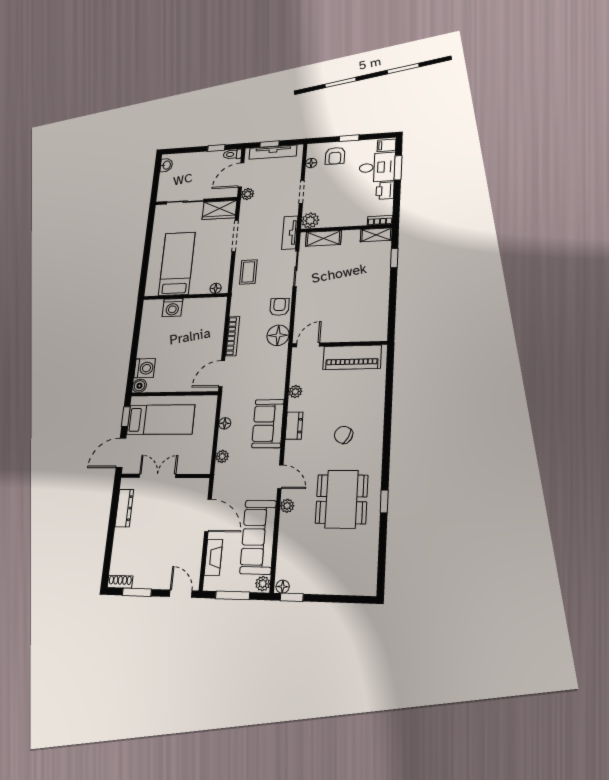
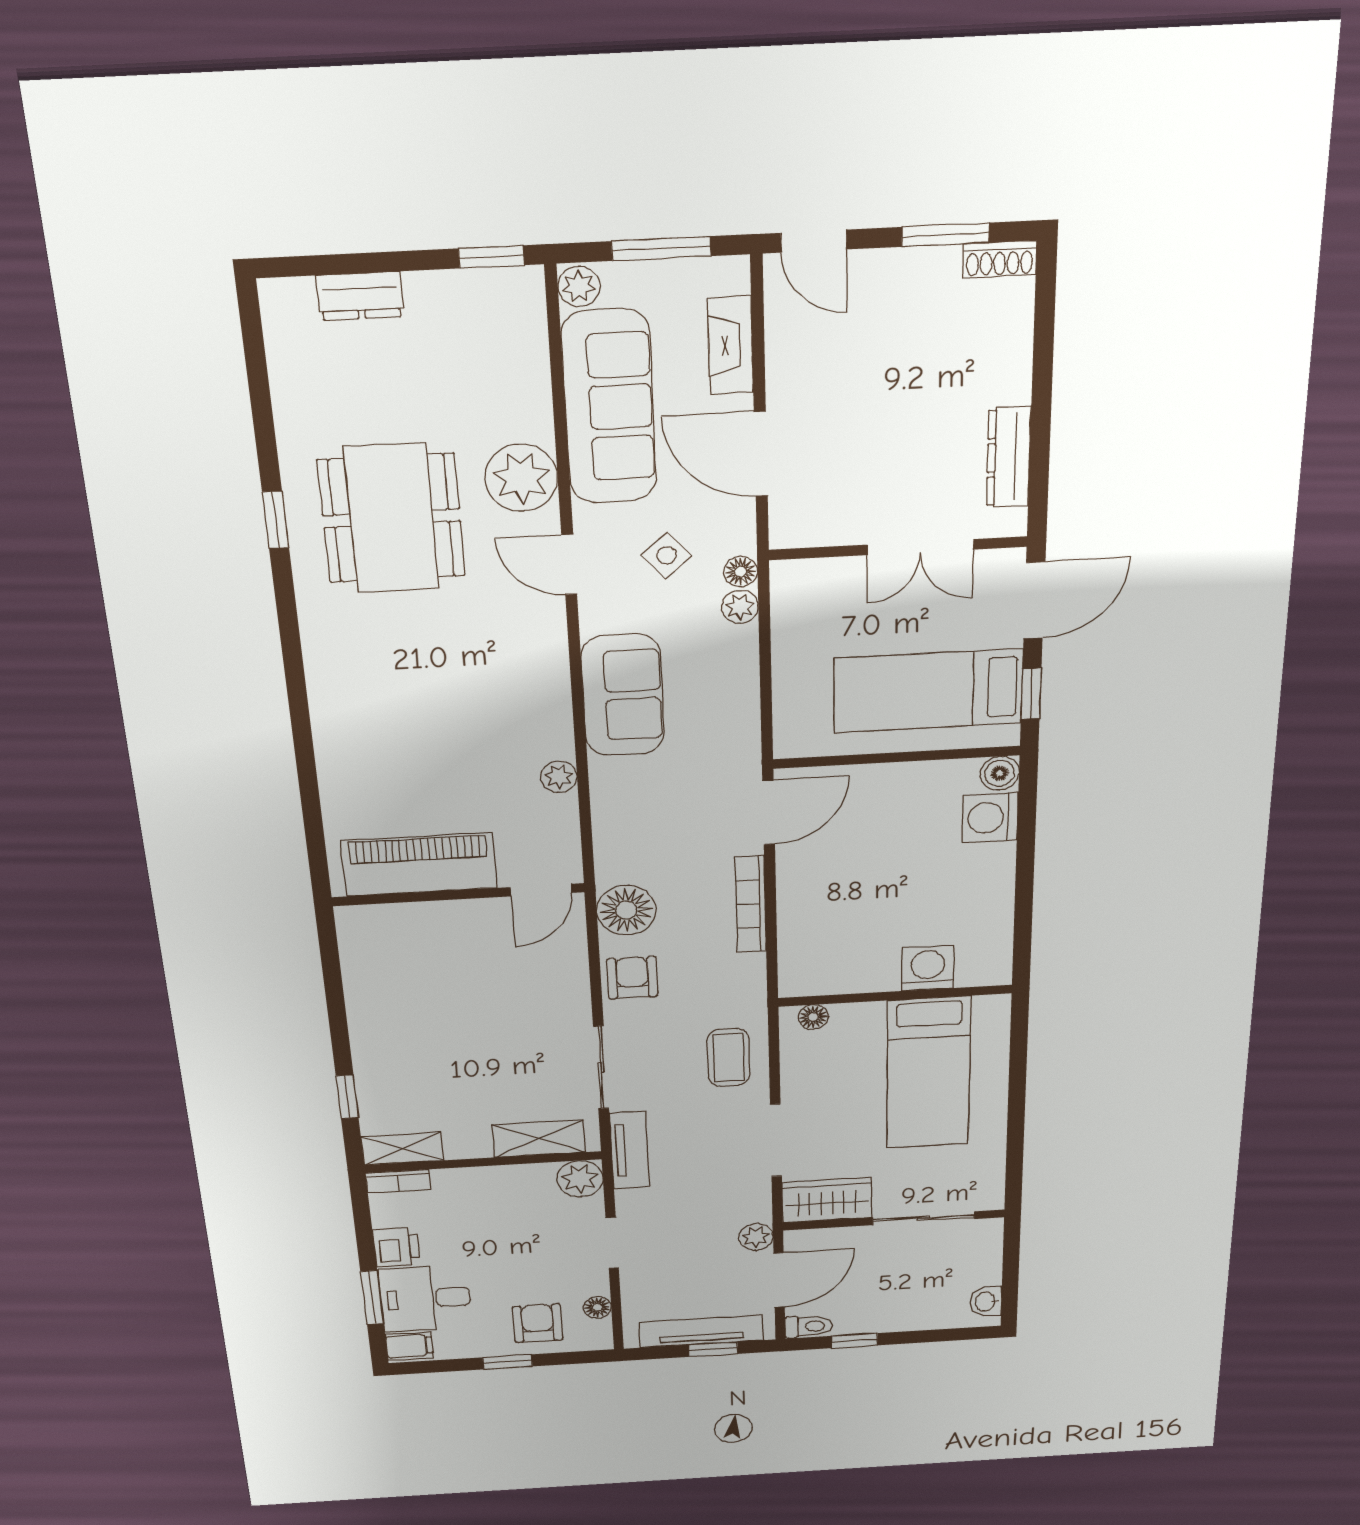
armchair: (279, 307) -> (632, 978), turned 180
floor lamp: (225, 423) -> (741, 572), moved
dresser: (294, 426) -> (360, 296), moved, turned -90
chair: (344, 435) -> (412, 677), removed
side table: (245, 478) -> (666, 555), added
plant: (287, 506) -> (521, 478), width x1.87, depth x1.87
floor lamp: (283, 587) -> (521, 283), removed

